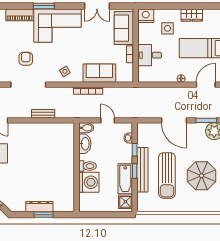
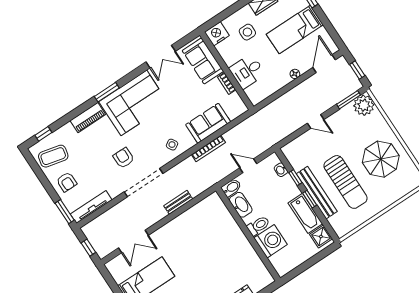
door: (174, 120) -> (316, 121), width x0.53

